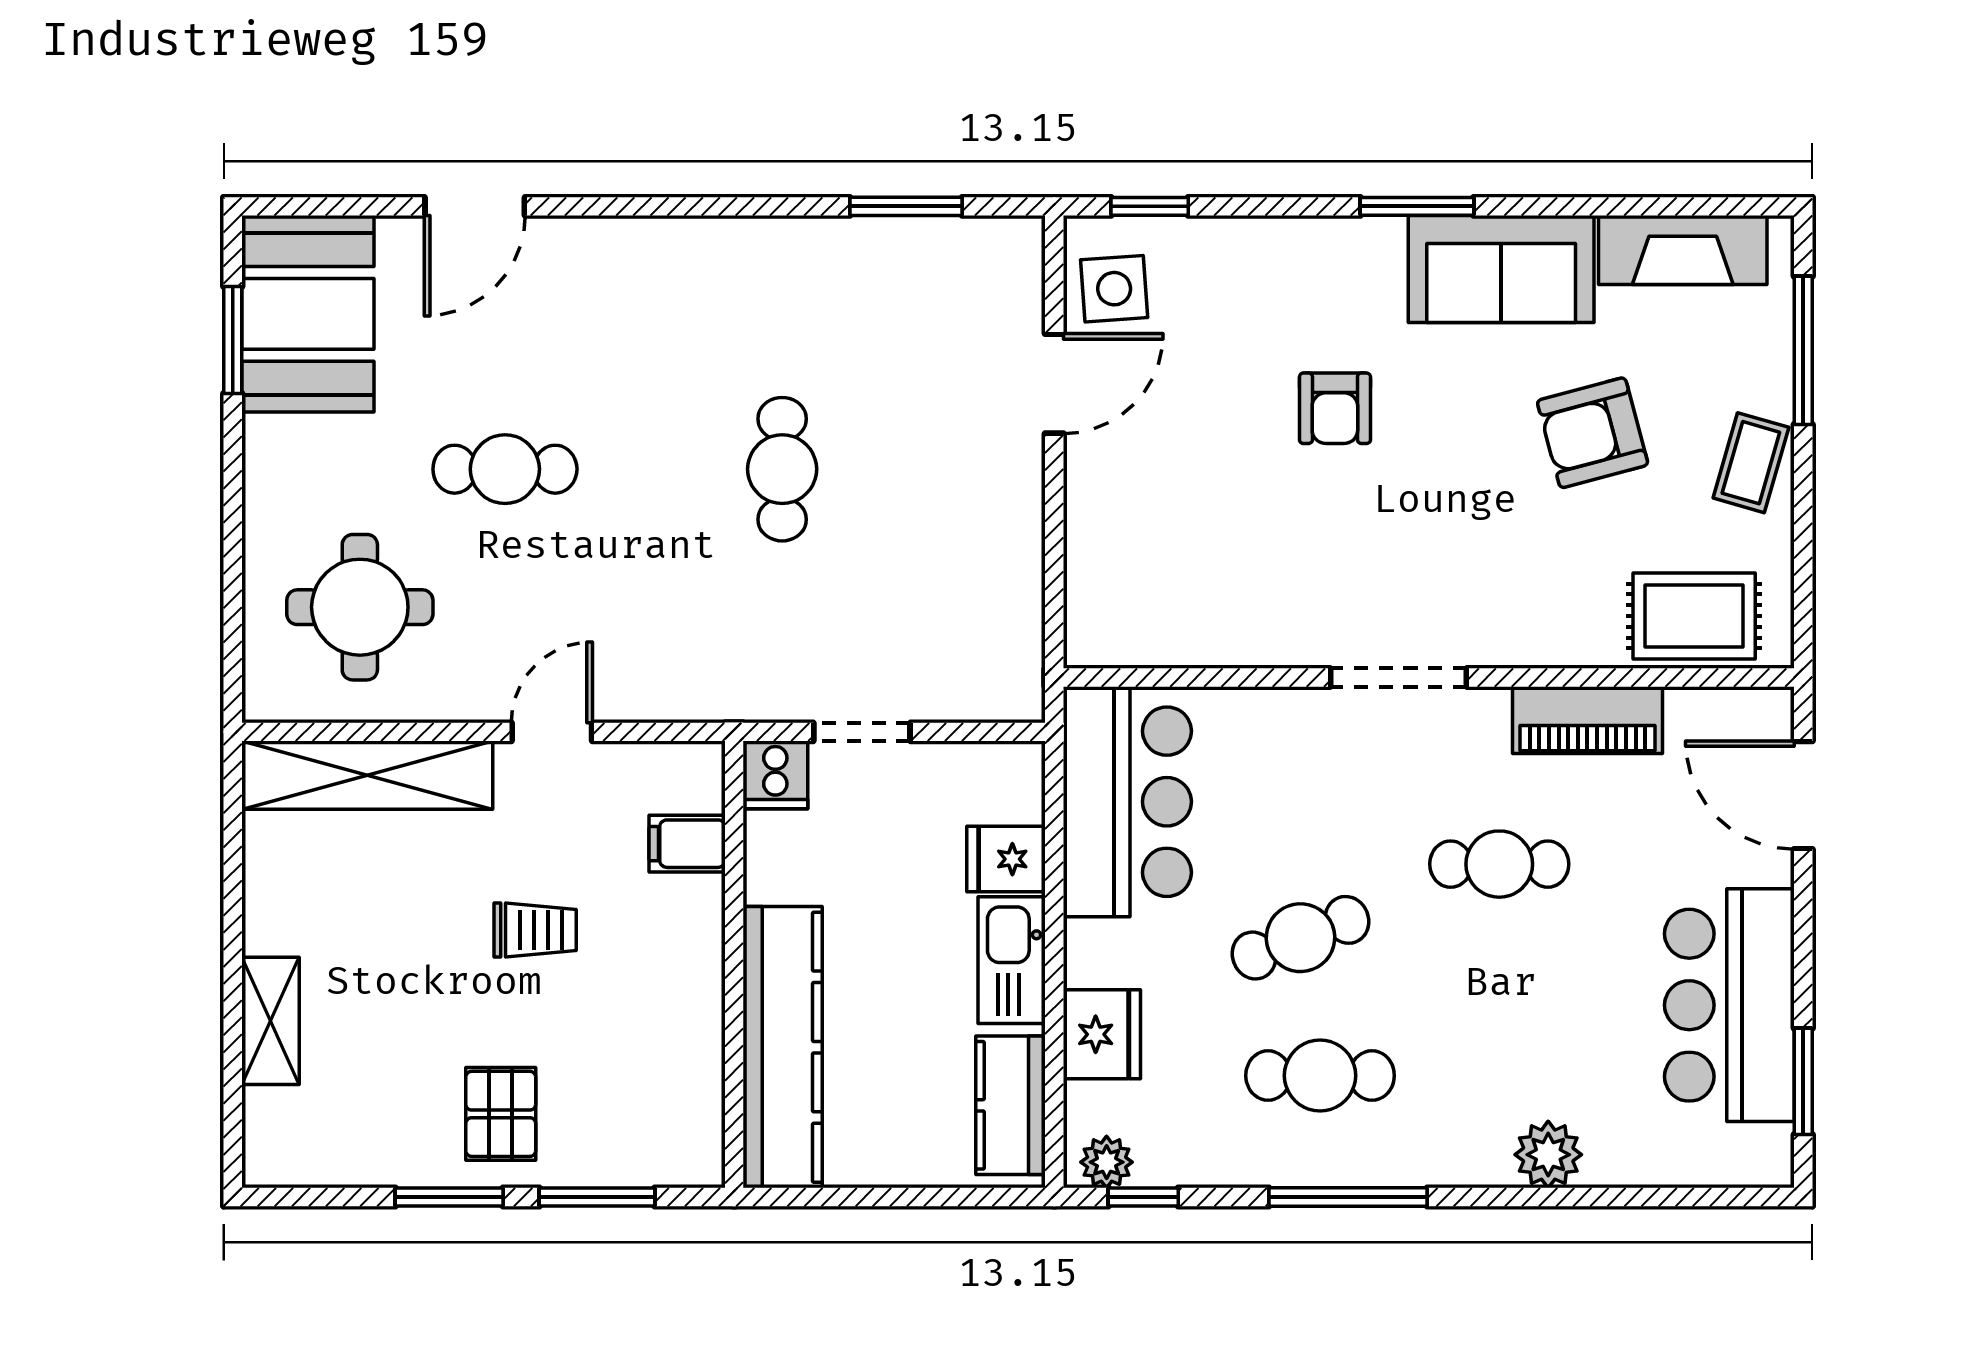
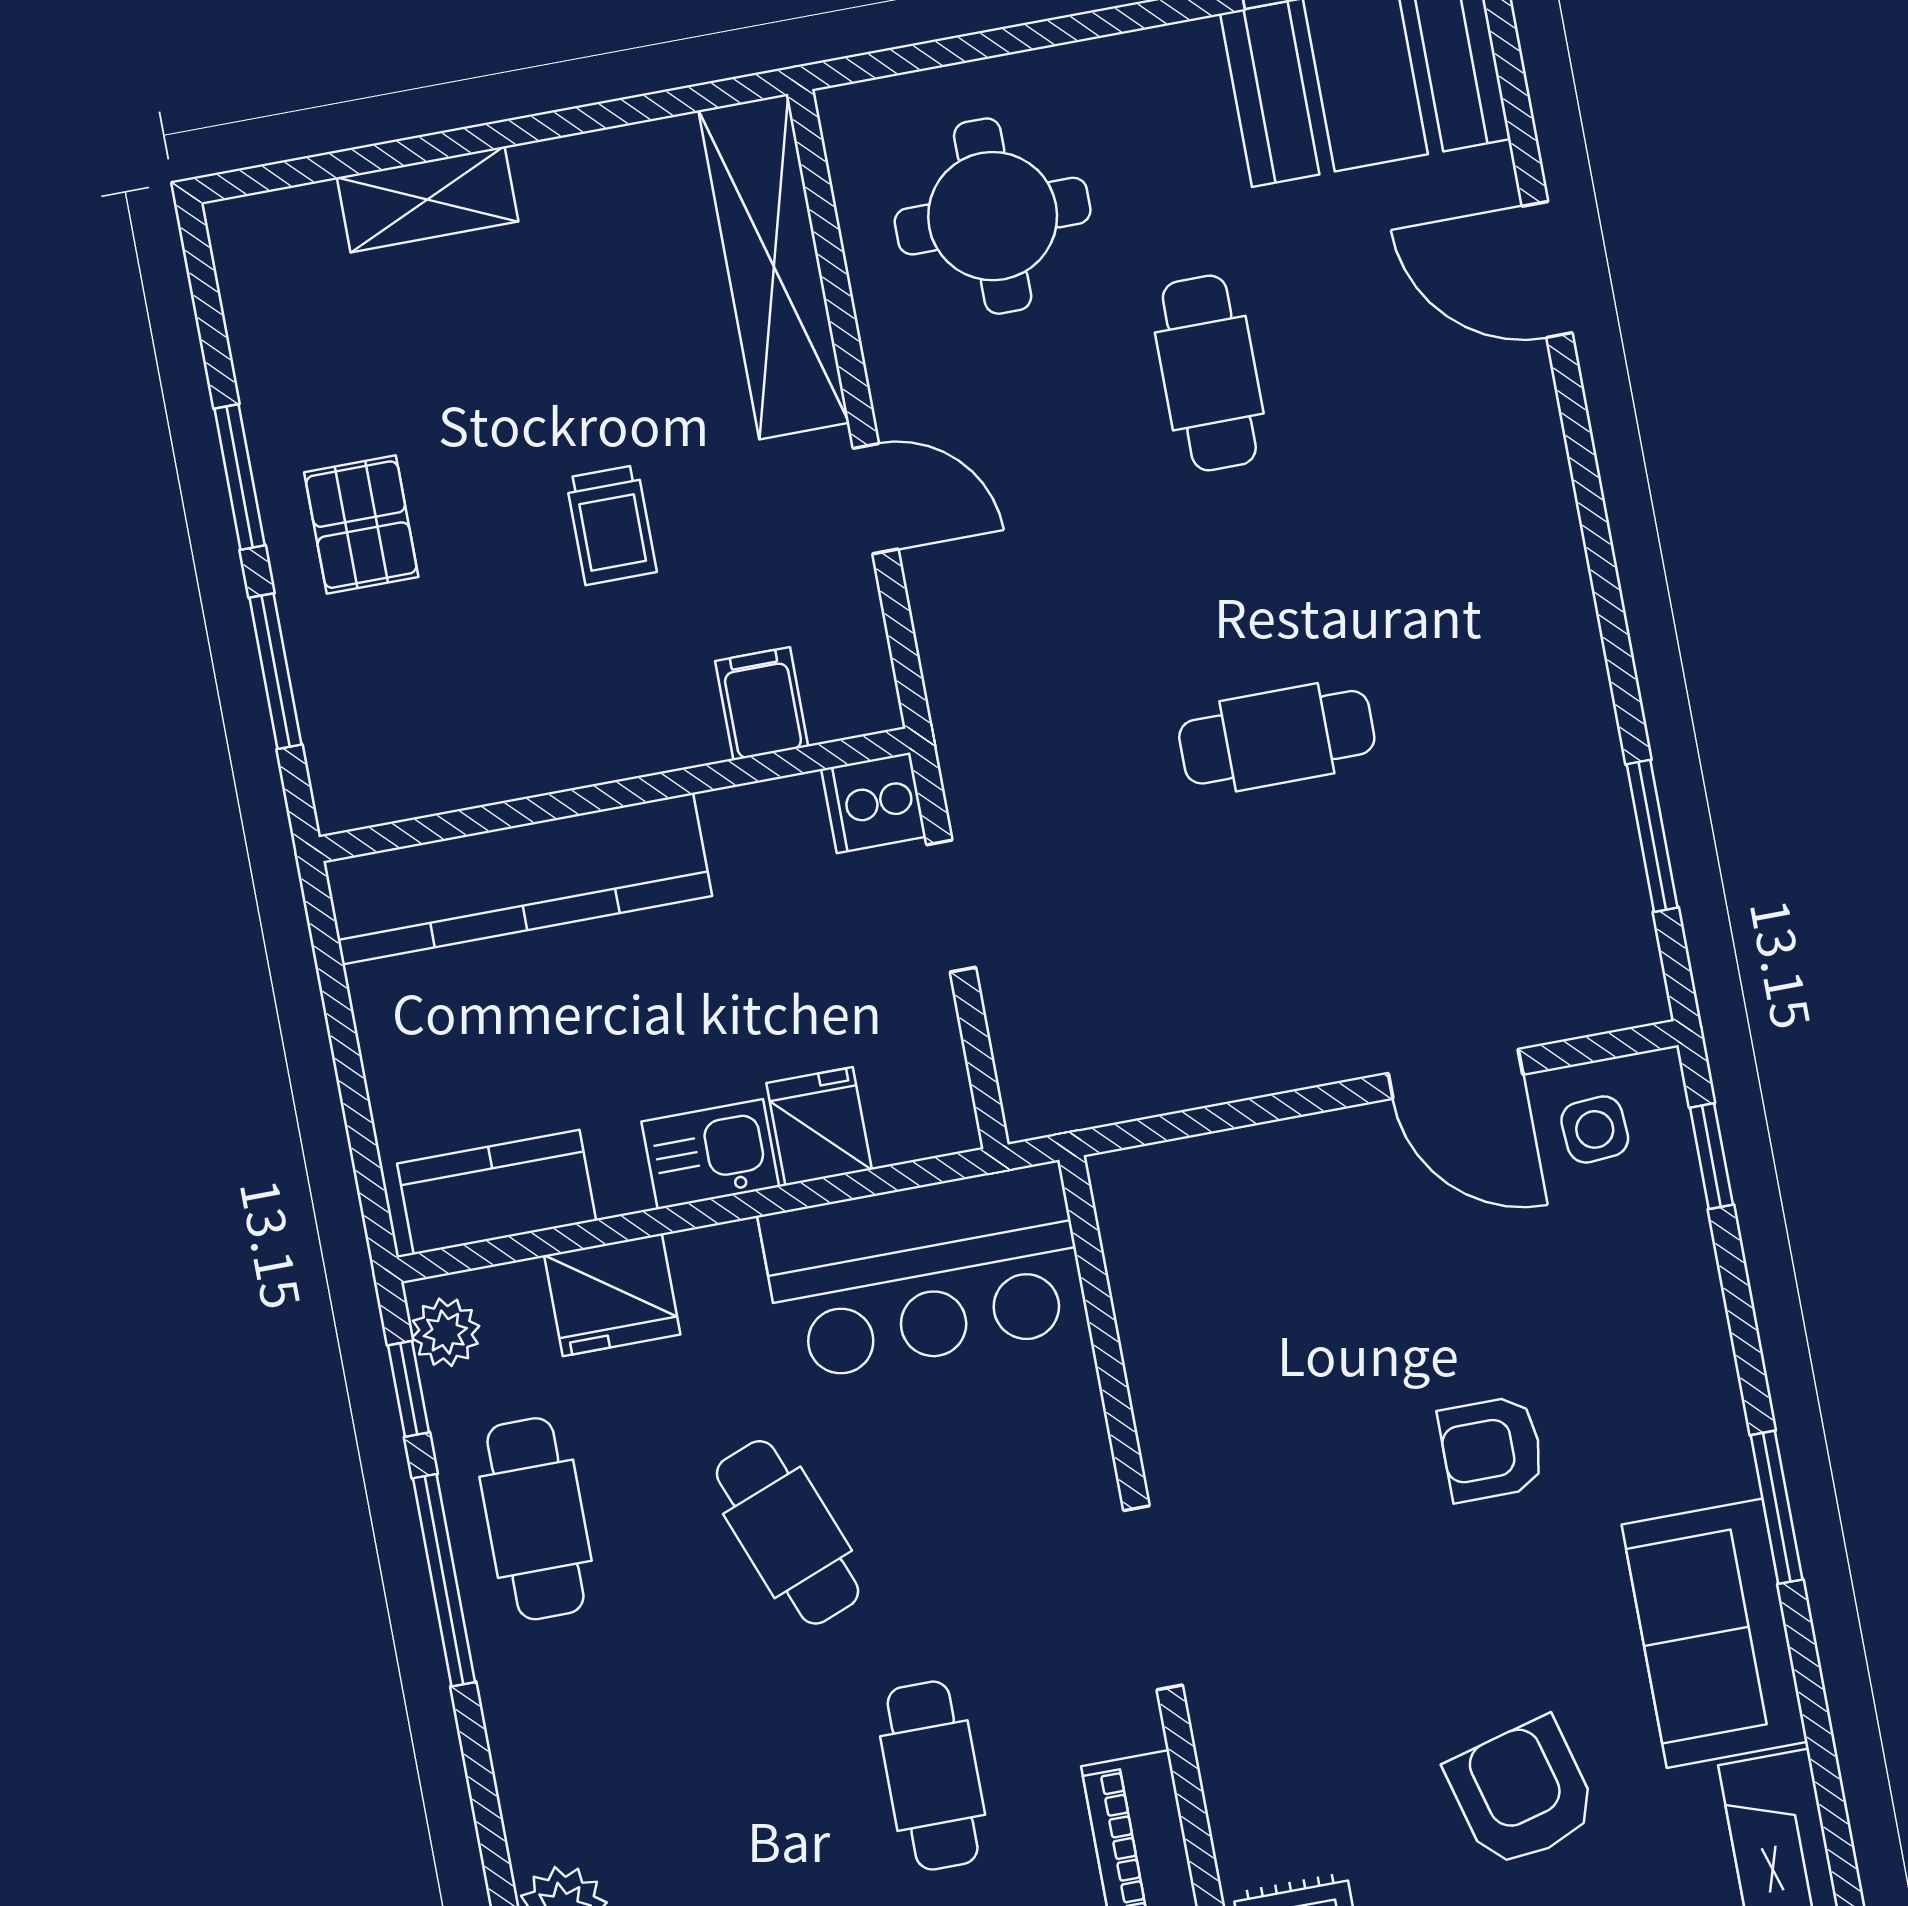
side table: (1114, 289) -> (1595, 1129), width x0.73, depth x0.73
kitchen sink: (1012, 960) -> (710, 1154), width x0.73
cafe table: (1320, 1076) -> (535, 1519), moved
pallet: (501, 1114) -> (361, 525), turned 90
window: (1348, 1197) -> (444, 1580), moved

